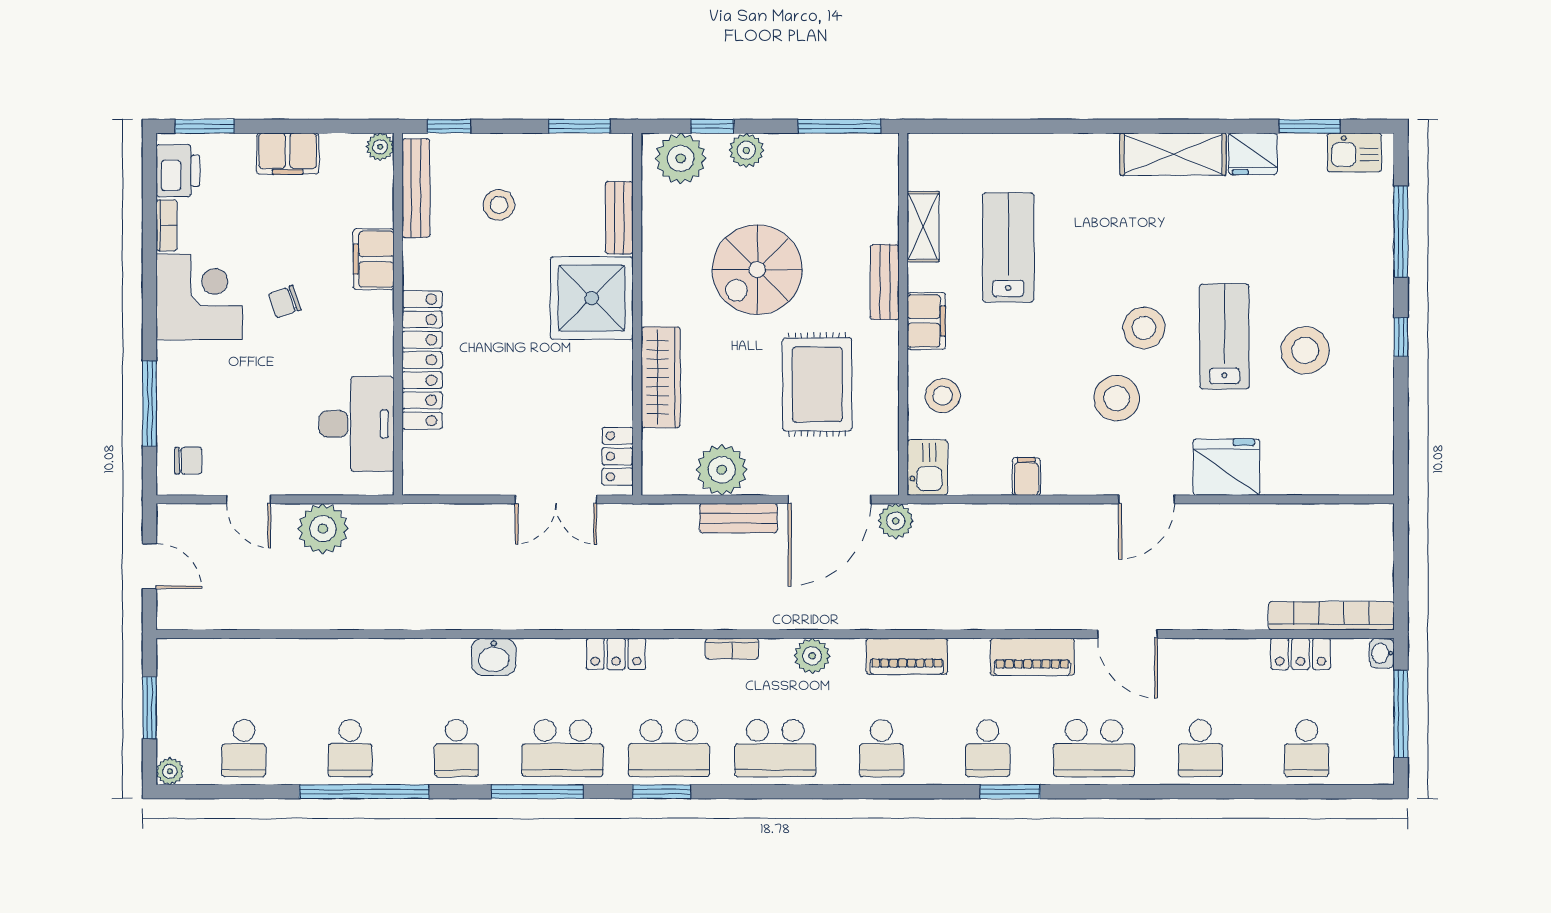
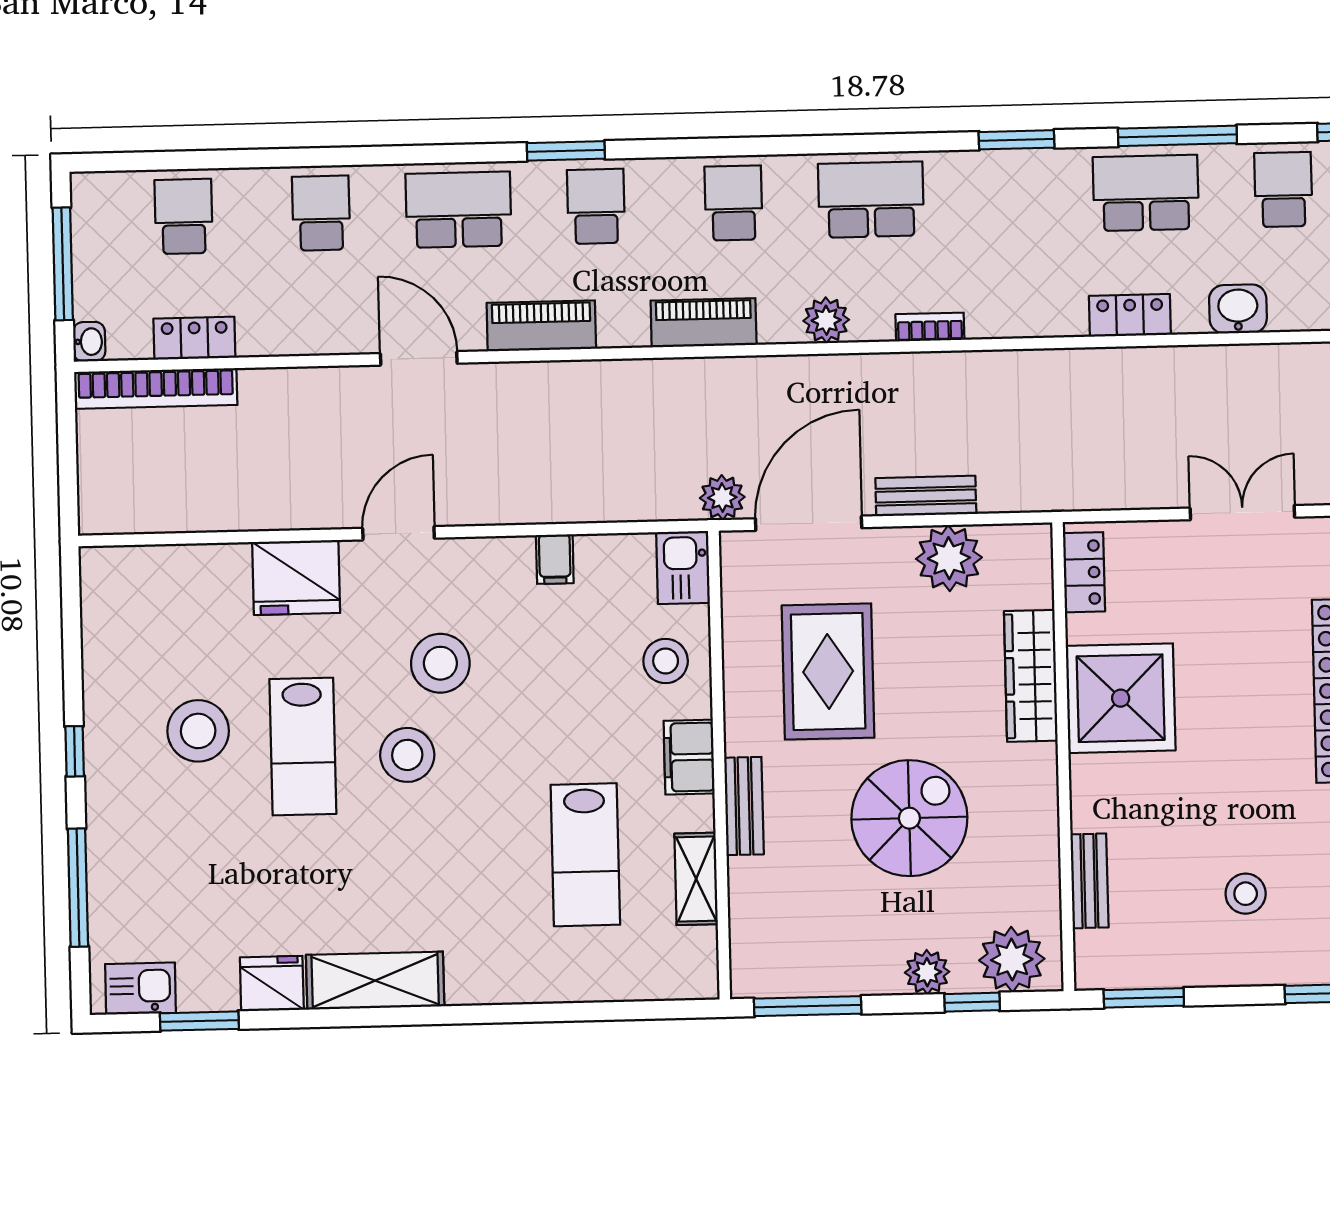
shower: (592, 298) -> (1121, 698), moved
double door: (556, 499) -> (1242, 513), moved
locker: (616, 654) -> (1130, 315), moved
school desk: (669, 748) -> (1008, 196), removed

